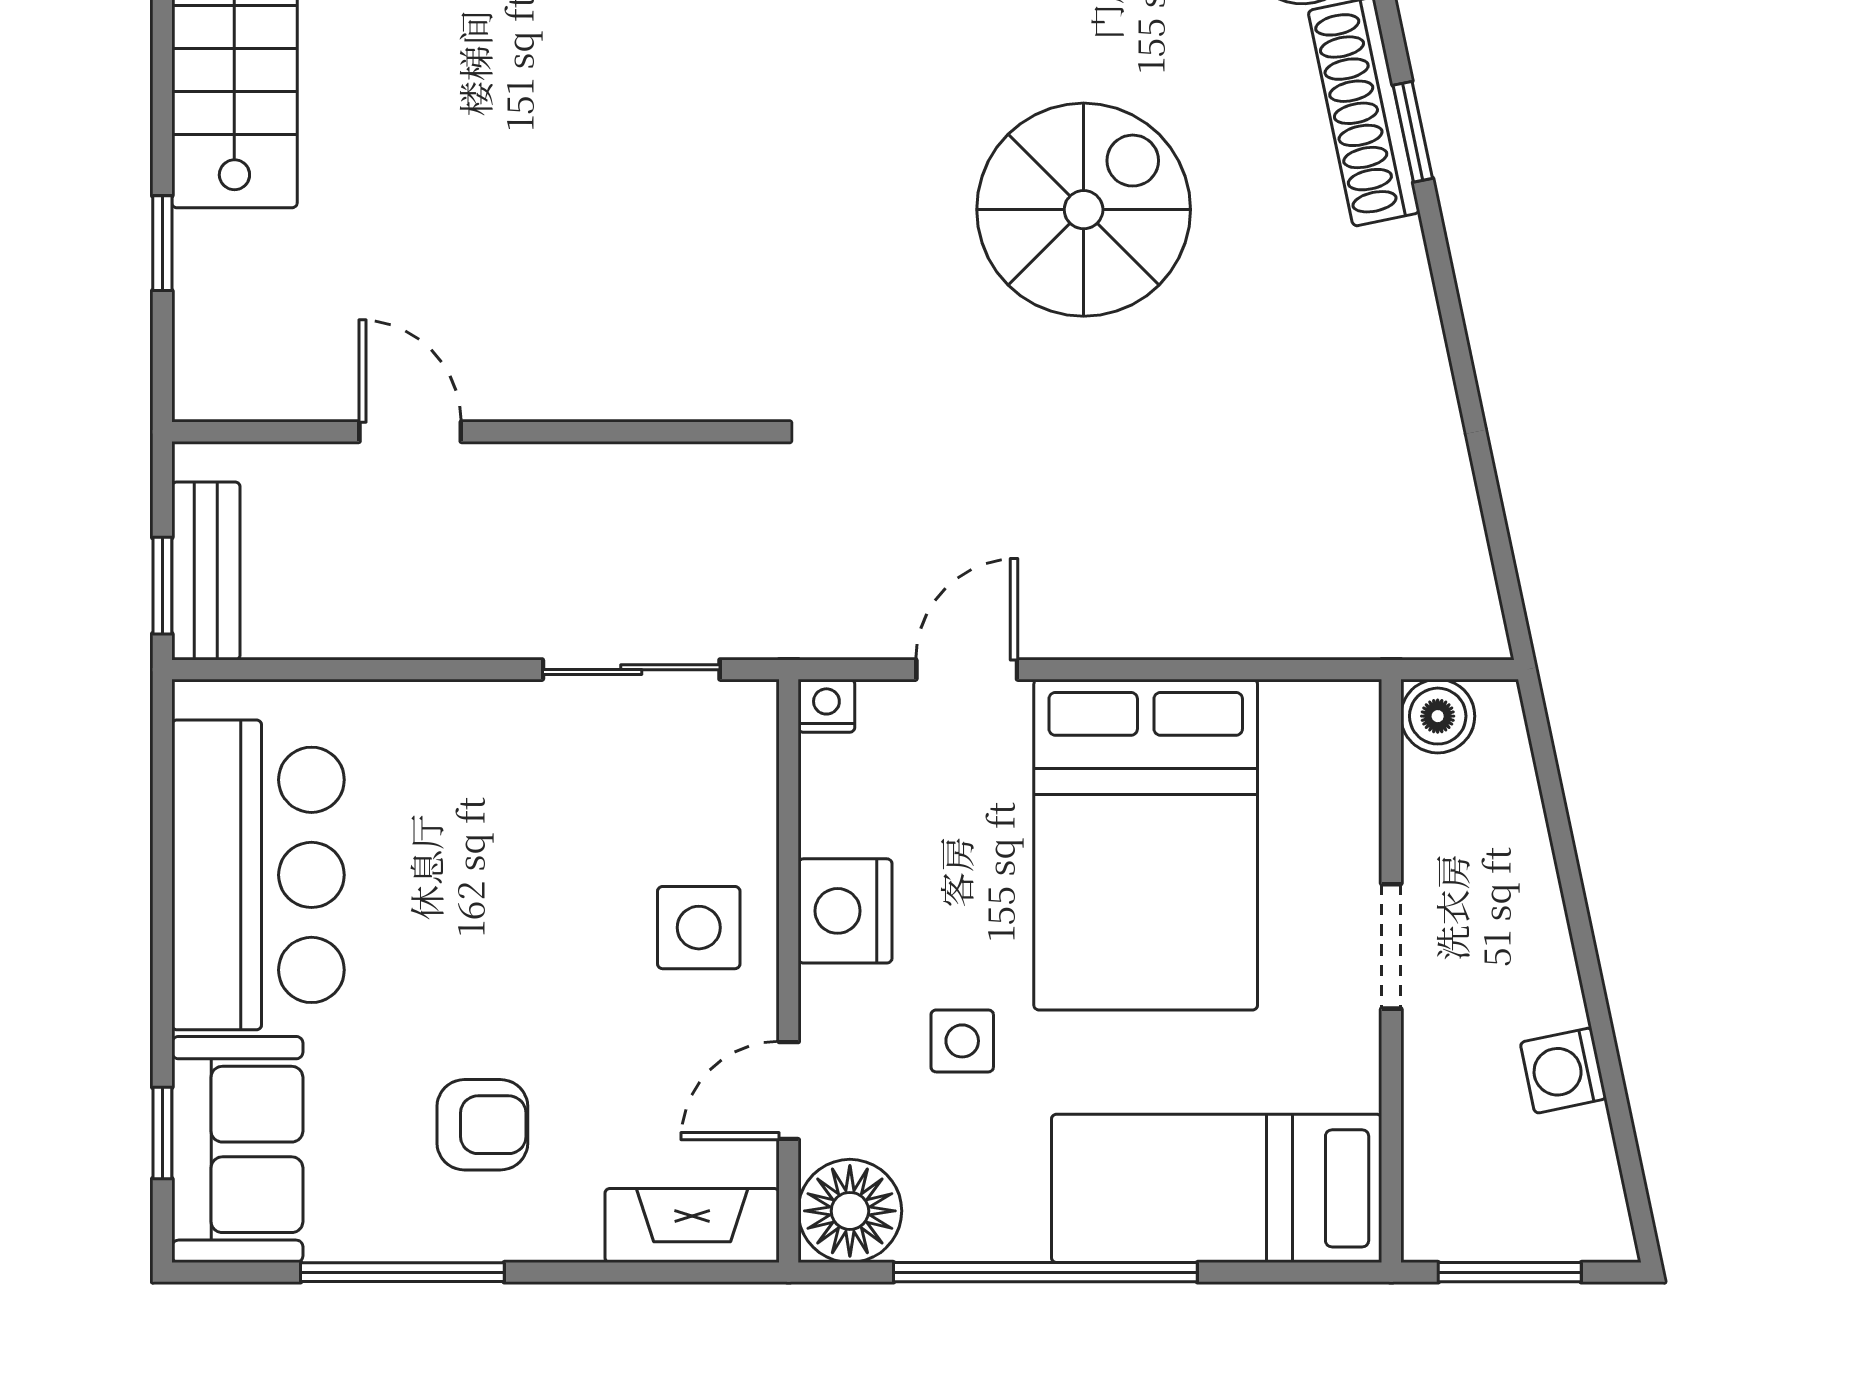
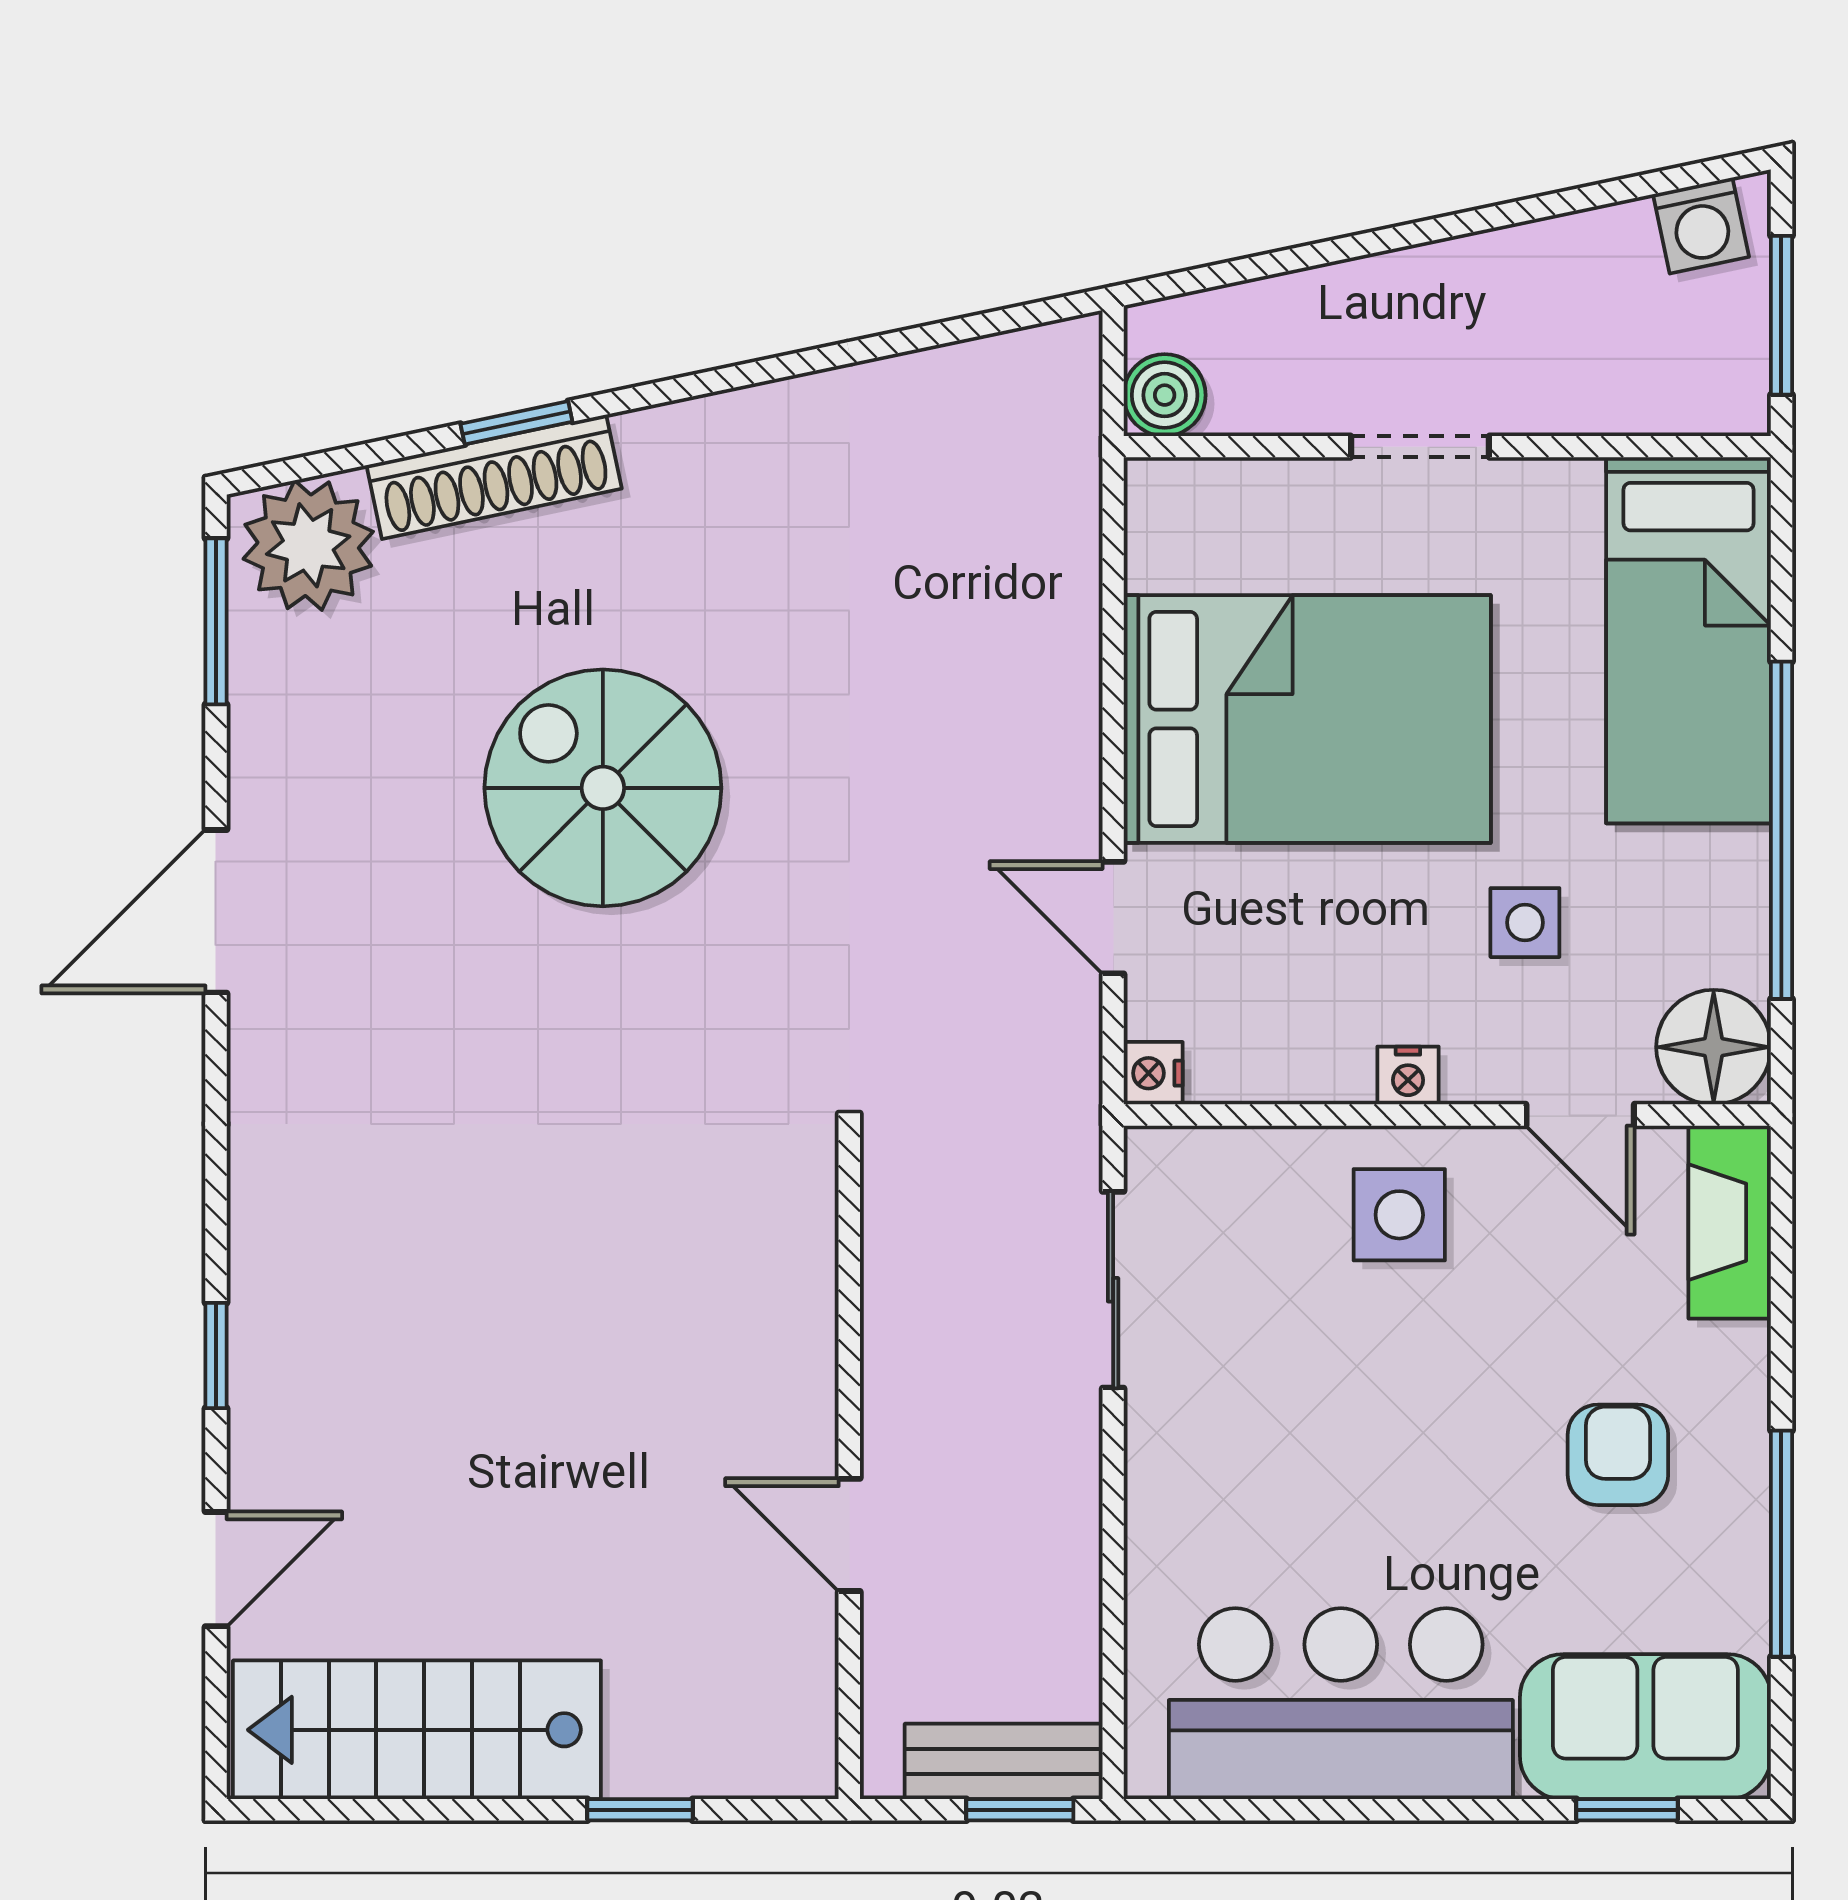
door: (410, 432) -> (849, 1535), hinge flipped
nightstand: (845, 911) -> (1408, 1076), width x0.53, depth x0.56
washing machine: (1563, 1071) -> (1701, 226), moved

